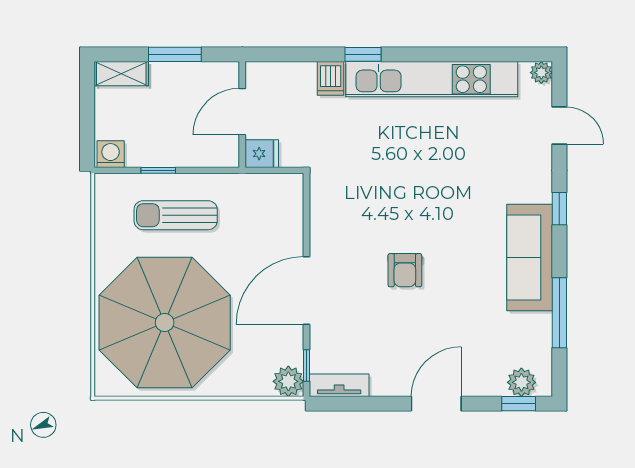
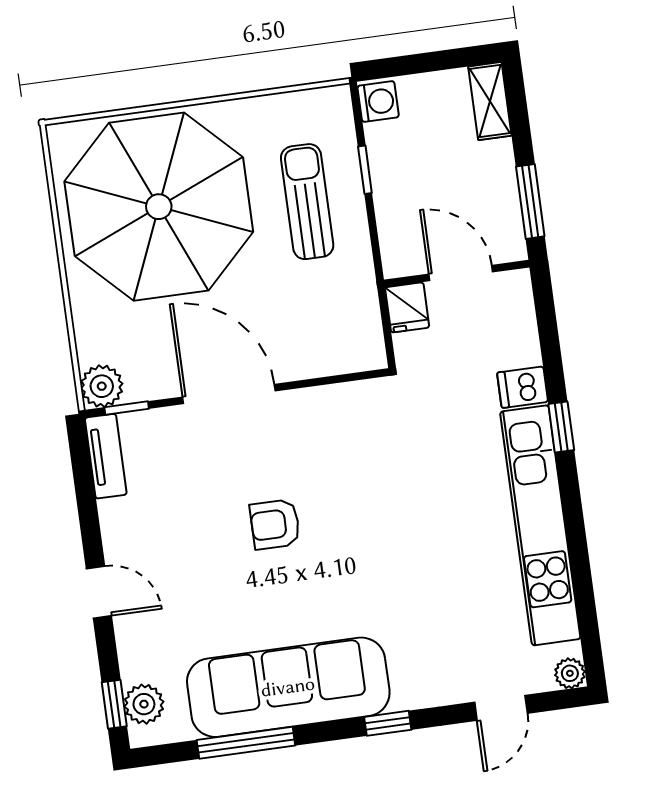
window: (175, 54) -> (530, 201), moved
sofa: (530, 257) -> (288, 687), width x1.36, depth x1.27
door: (436, 404) -> (99, 592), width x0.73

